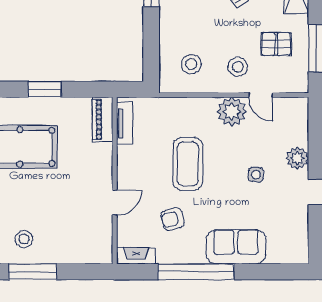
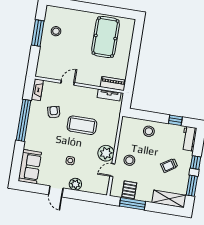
pallet: (276, 44) -> (129, 190), moved
stool: (191, 64) -> (149, 131), moved
window: (45, 89) -> (134, 55), removed
door: (115, 202) -> (68, 83), swing flipped
sofa: (236, 247) -> (30, 167), moved

